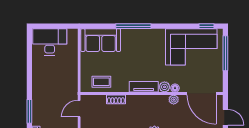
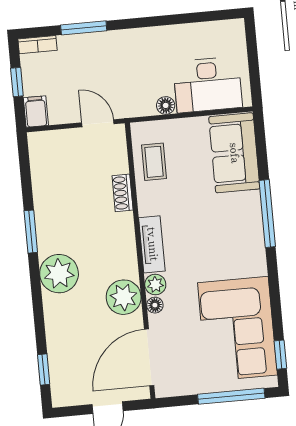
desk: (50, 42) -> (208, 85), moved, turned 90
floor lamp: (73, 73) -> (166, 105), added
plant: (174, 100) -> (124, 297), width x1.88, depth x1.88

